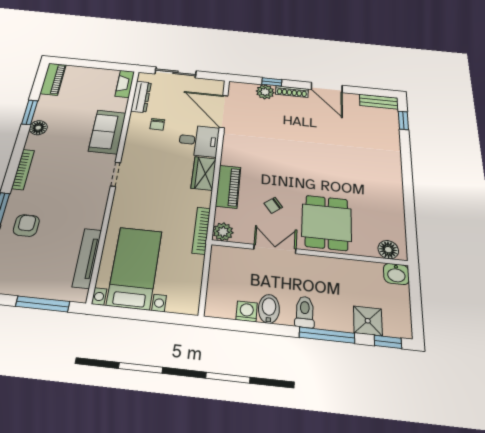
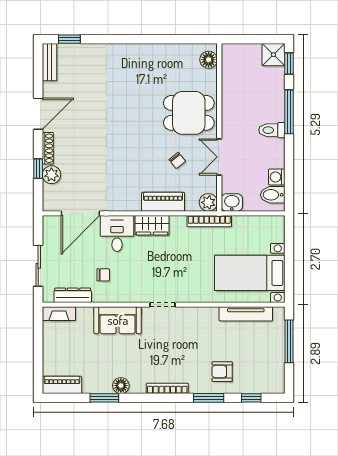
washbasin: (396, 274) -> (232, 202), moved, turned -90
bidet: (269, 309) -> (273, 195), moved
shower: (368, 321) -> (273, 55), moved

